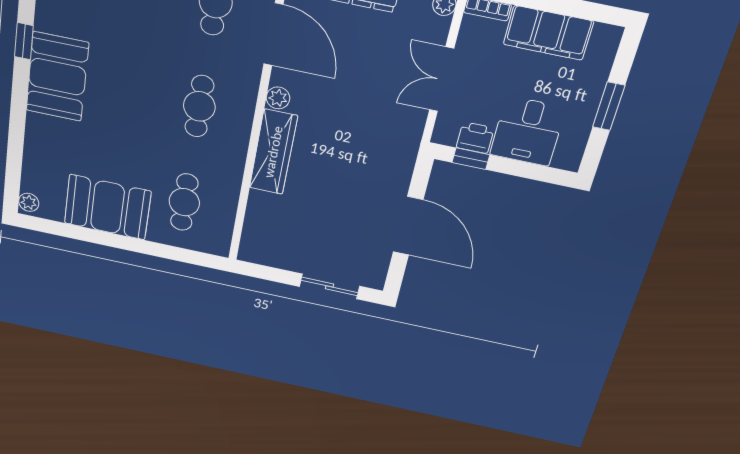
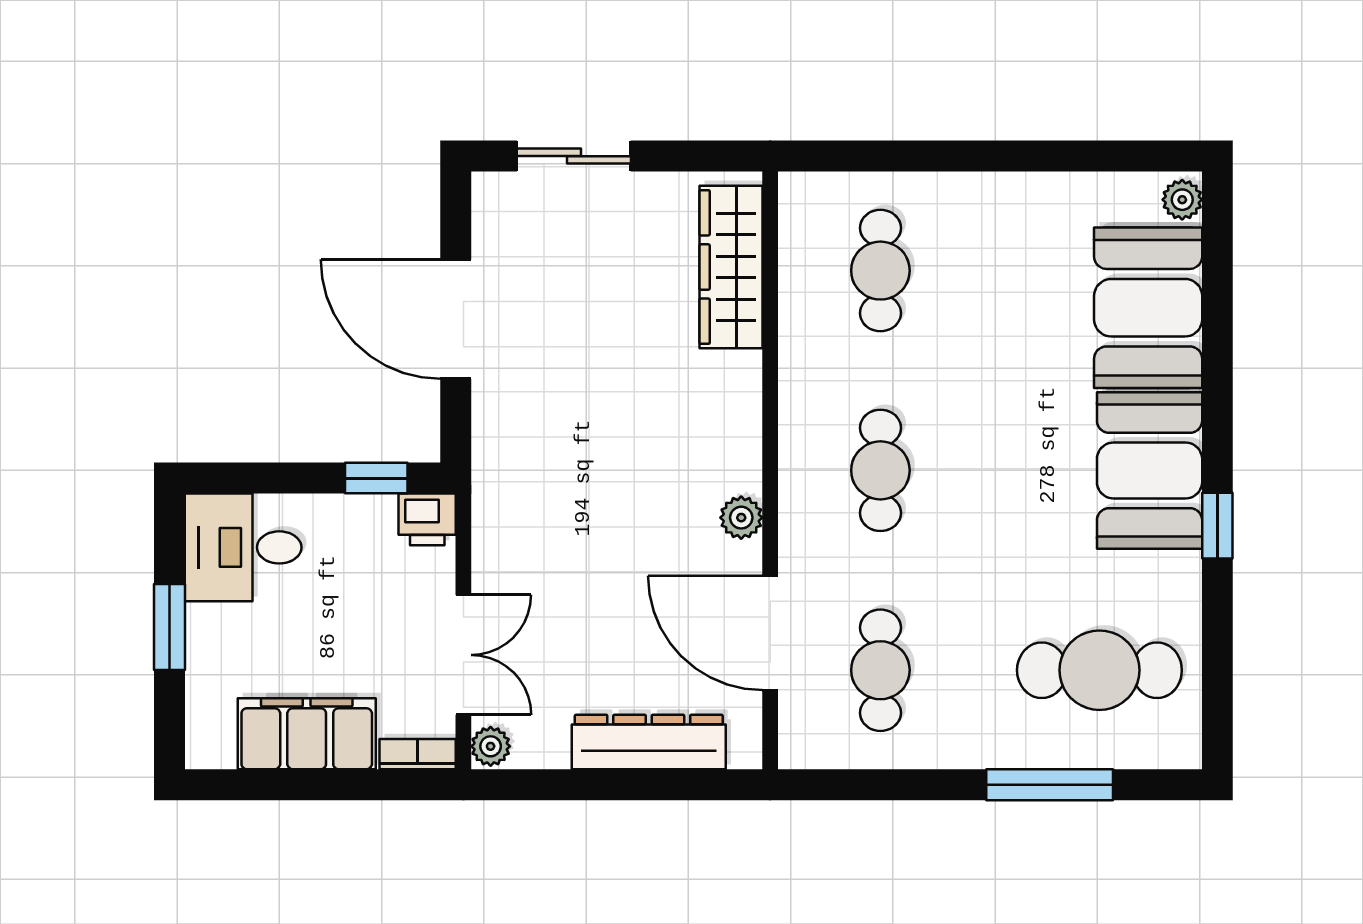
double door: (441, 79) -> (463, 655), moved
desk: (528, 131) -> (243, 547), moved, turned -90
printer: (475, 138) -> (427, 519), moved
wardrobe: (273, 152) -> (731, 267), moved
booth: (108, 207) -> (1148, 308), moved, turned 90

